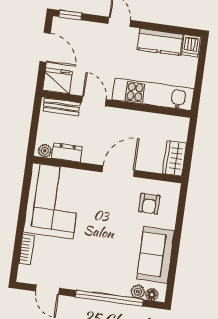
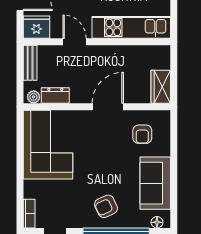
bench: (61, 107) -> (30, 63), moved, turned 90
bookcase: (27, 249) -> (29, 214), moved
armchair: (103, 271) -> (106, 206), added
plant: (138, 292) -> (143, 221), removed

